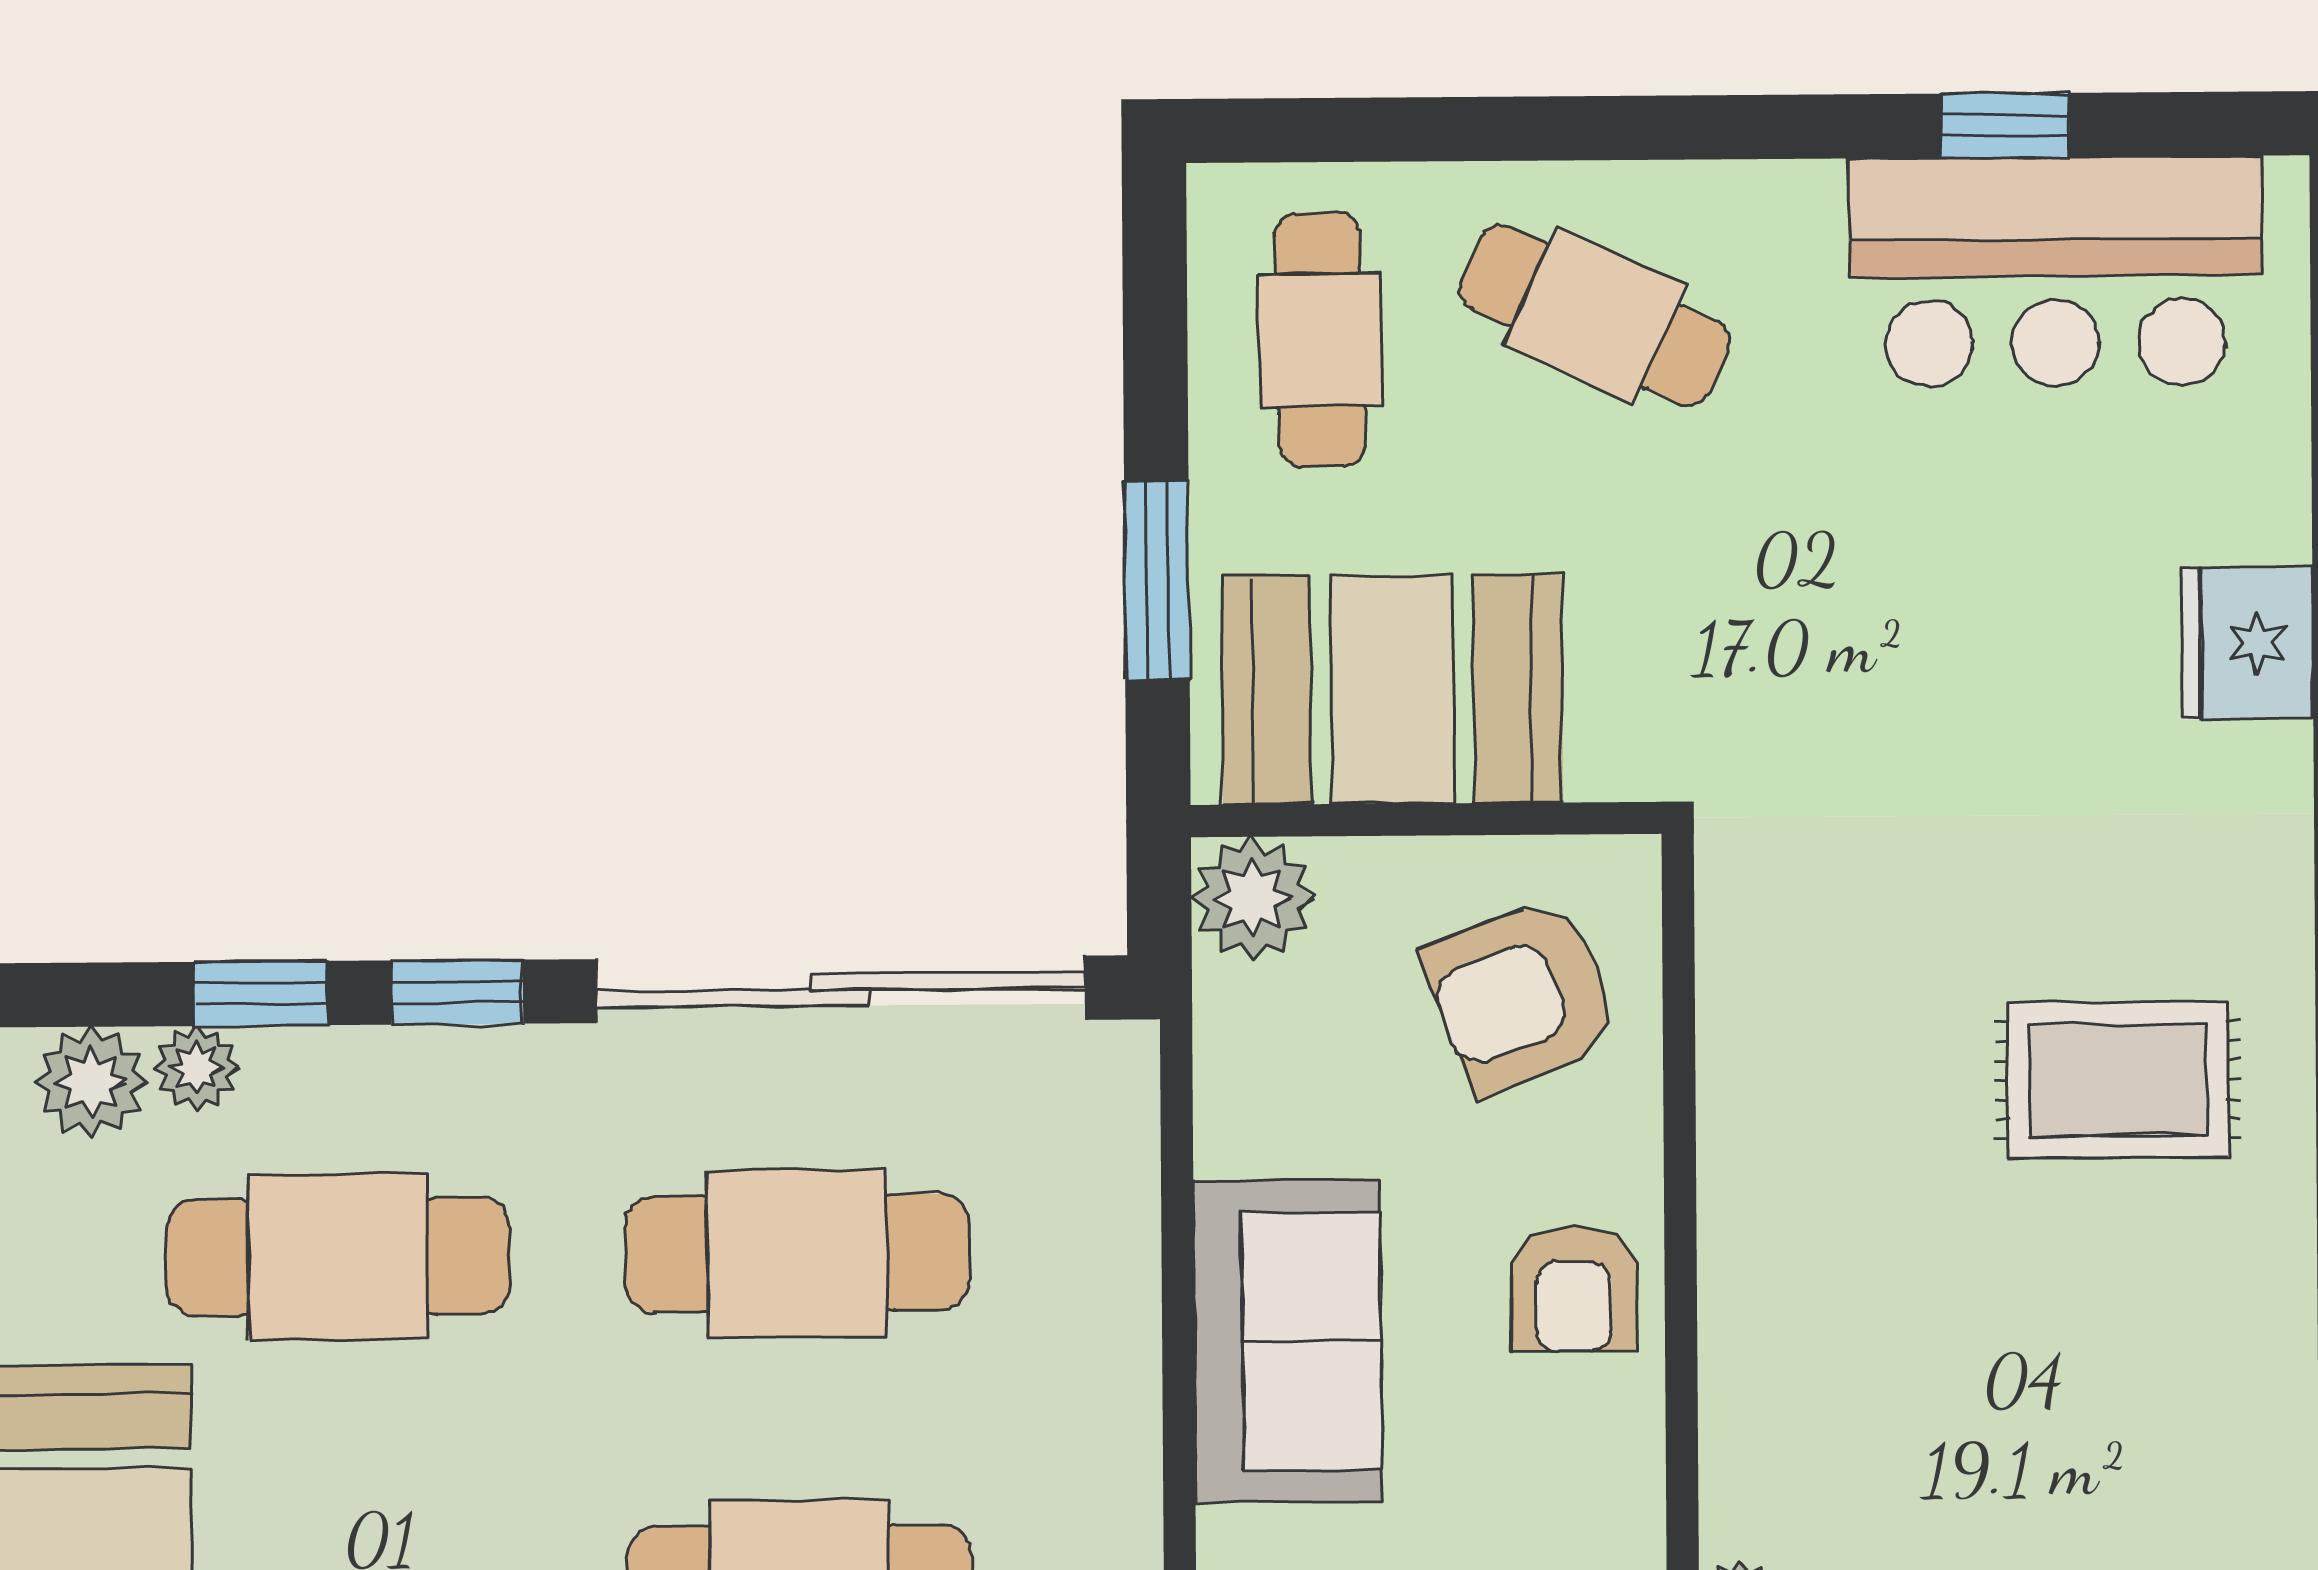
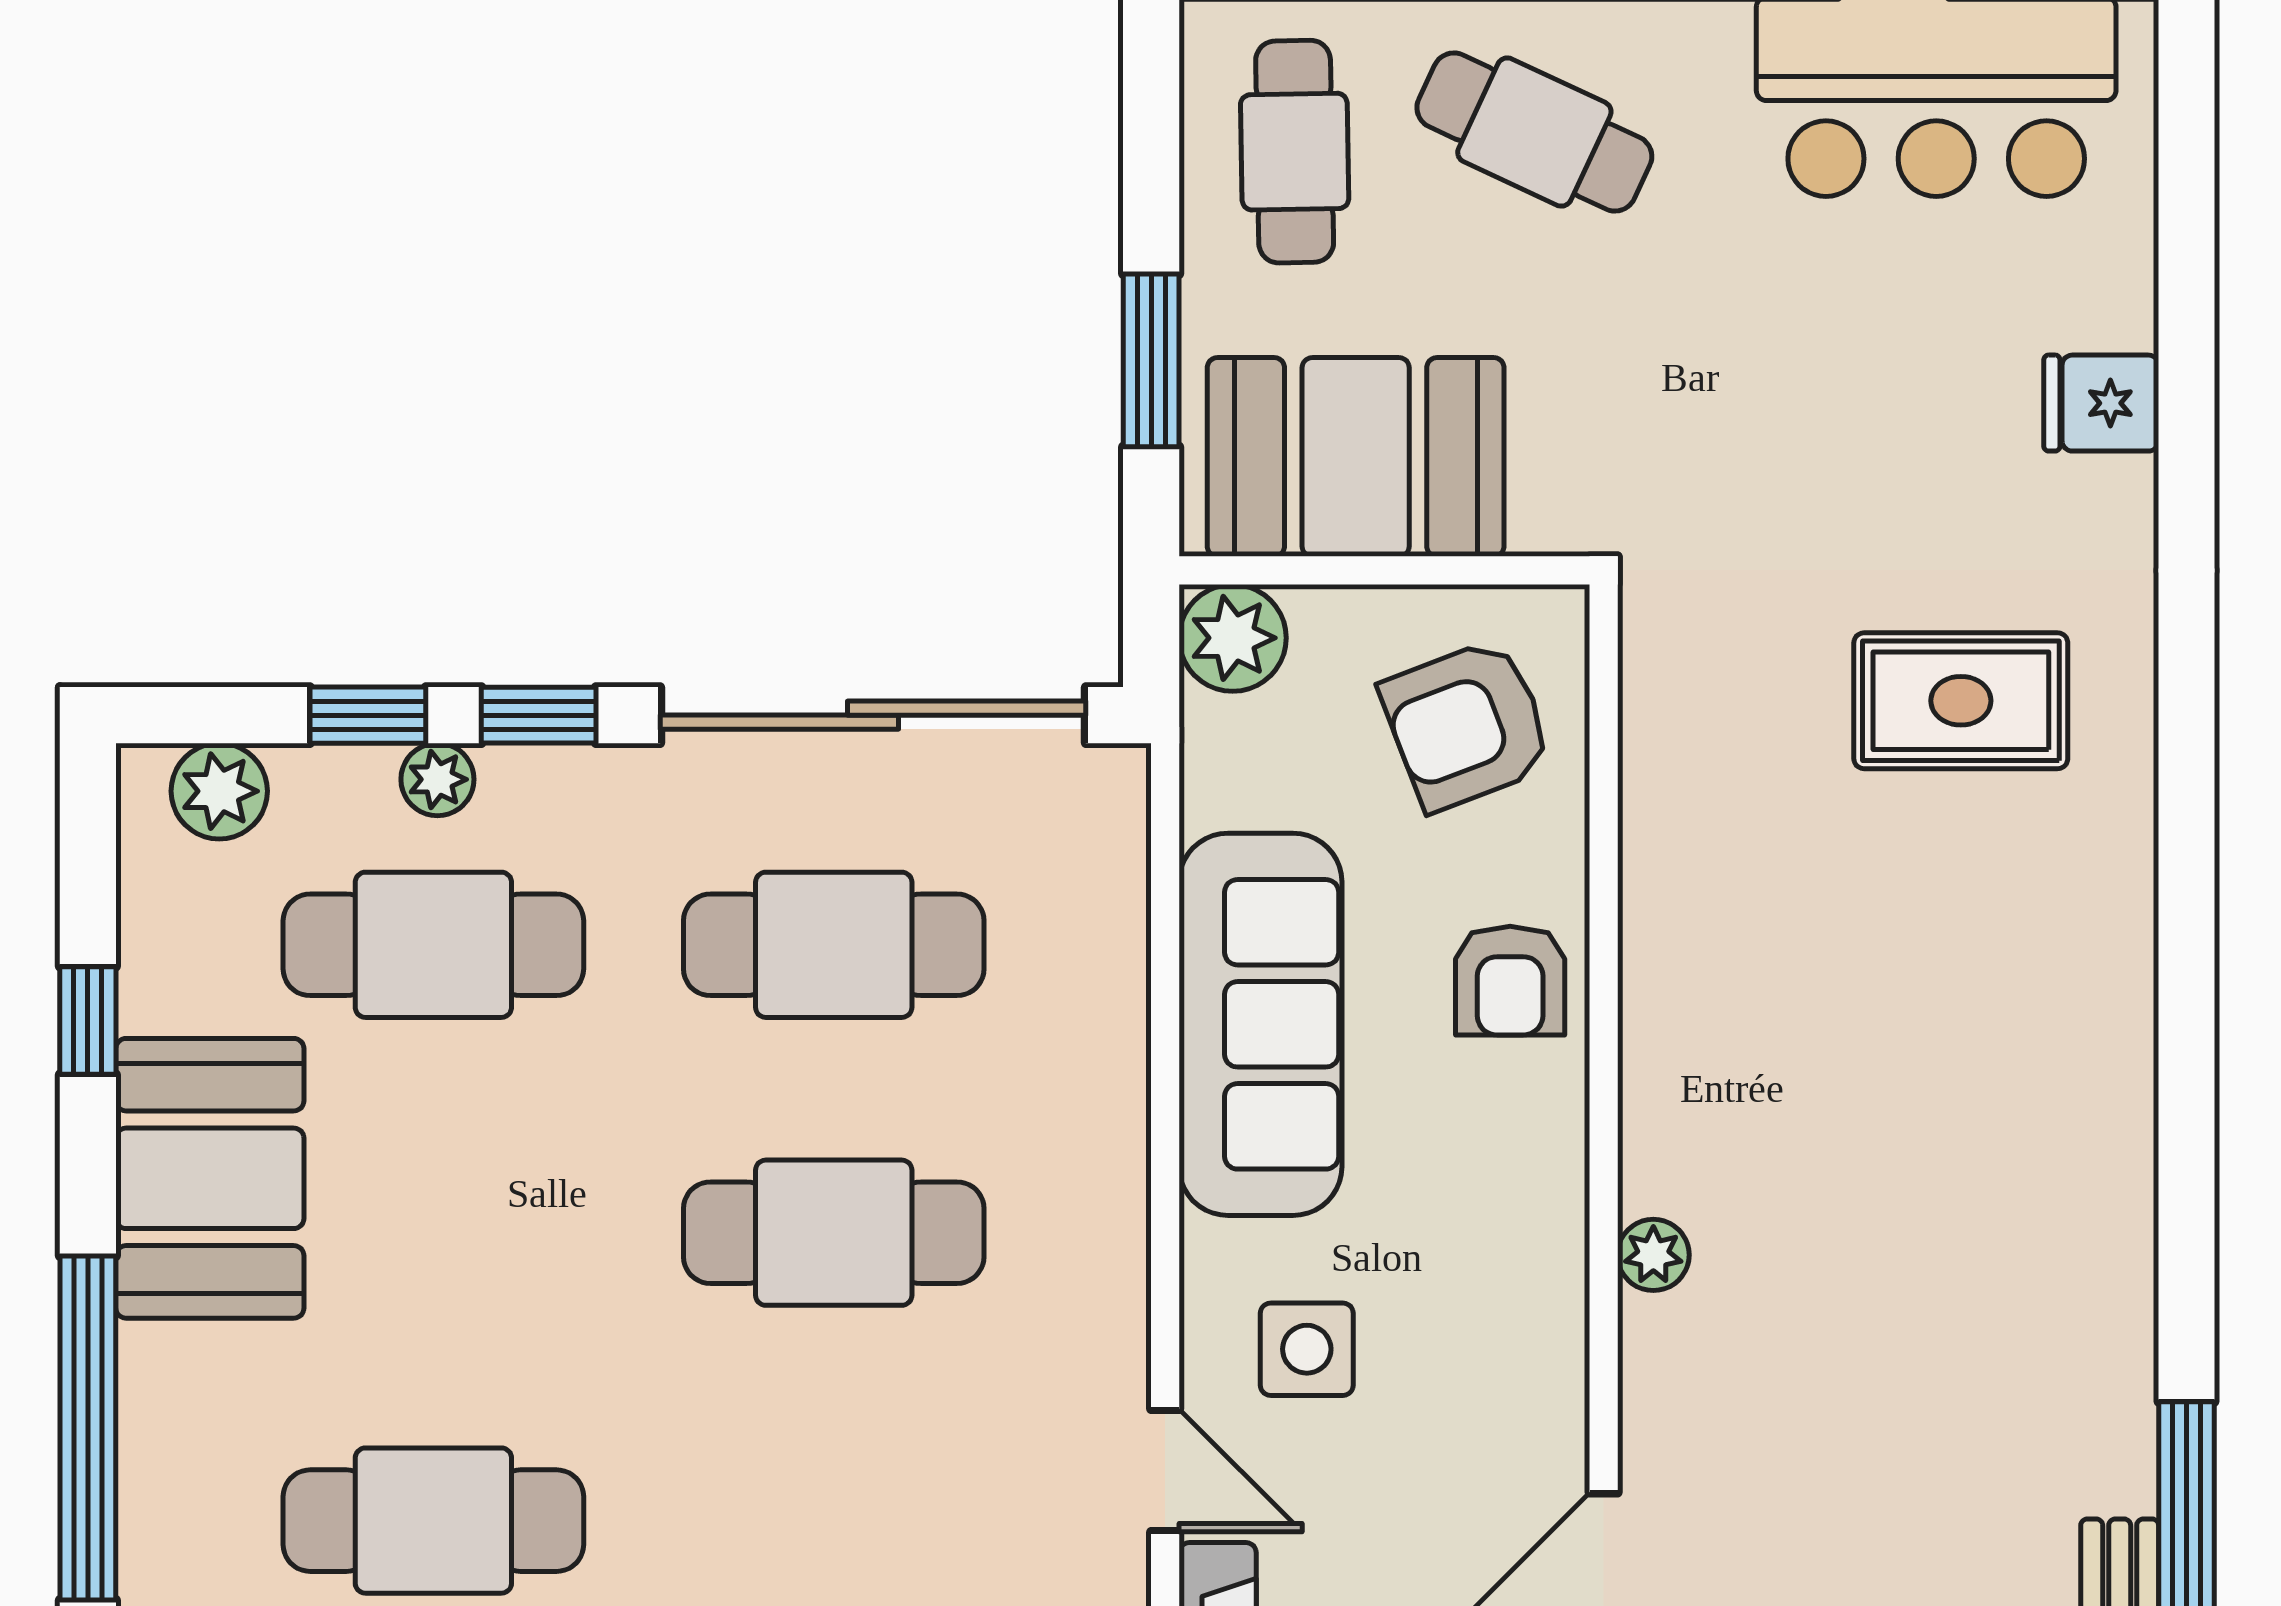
fridge: (2247, 643) -> (2101, 403), width x0.72
plant: (197, 1068) -> (437, 779), moved
rug: (2118, 1080) -> (1961, 701), moved
sofa: (1288, 1341) -> (1260, 1024), width x1.36

